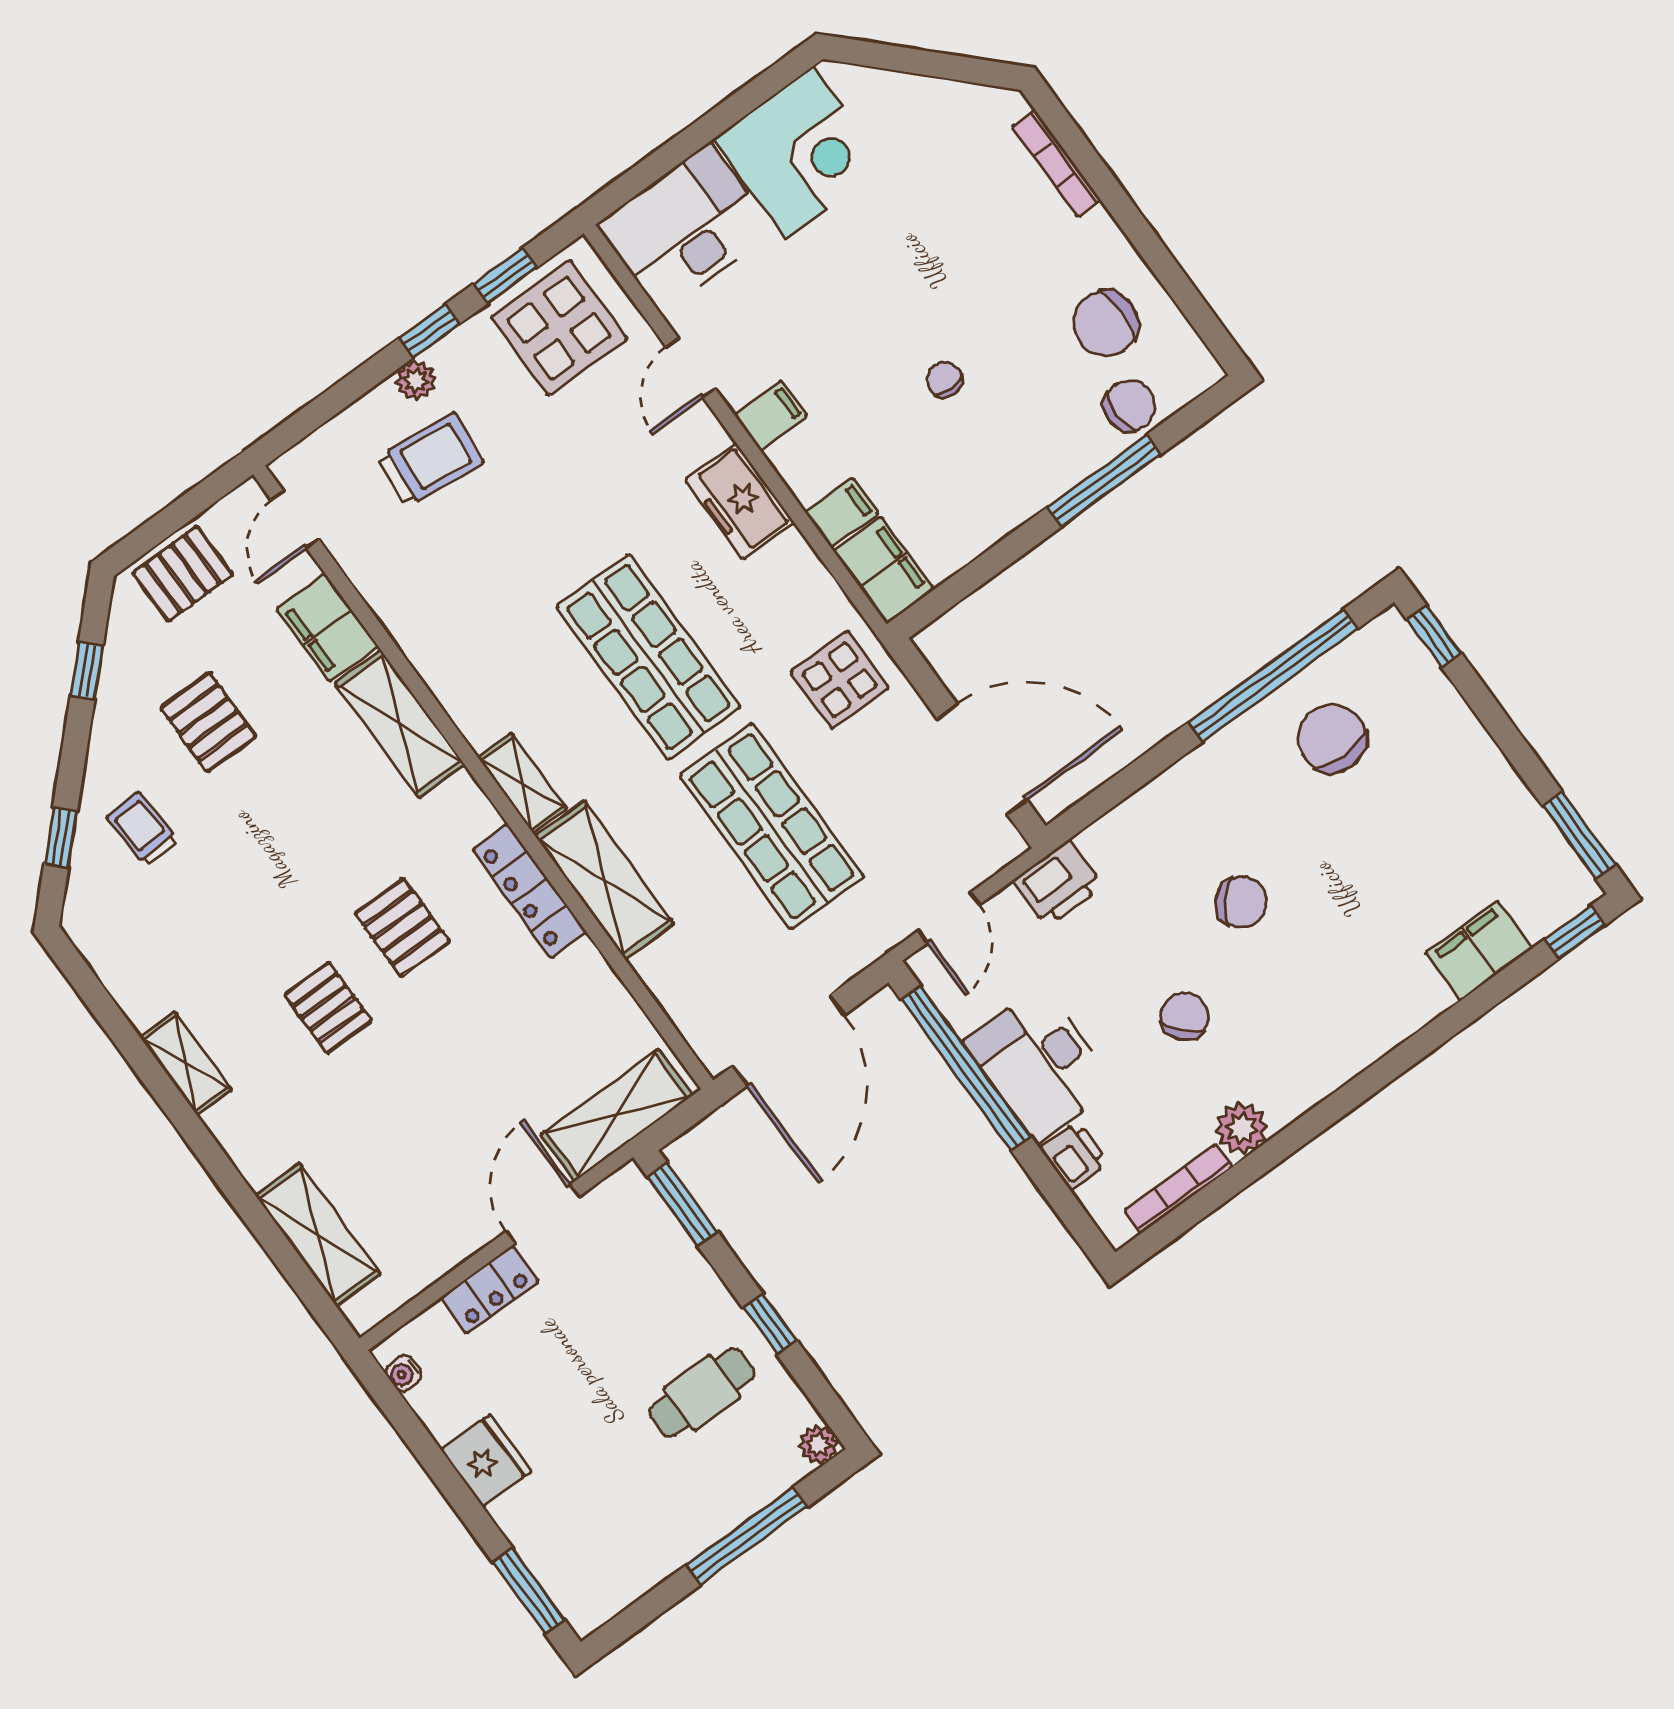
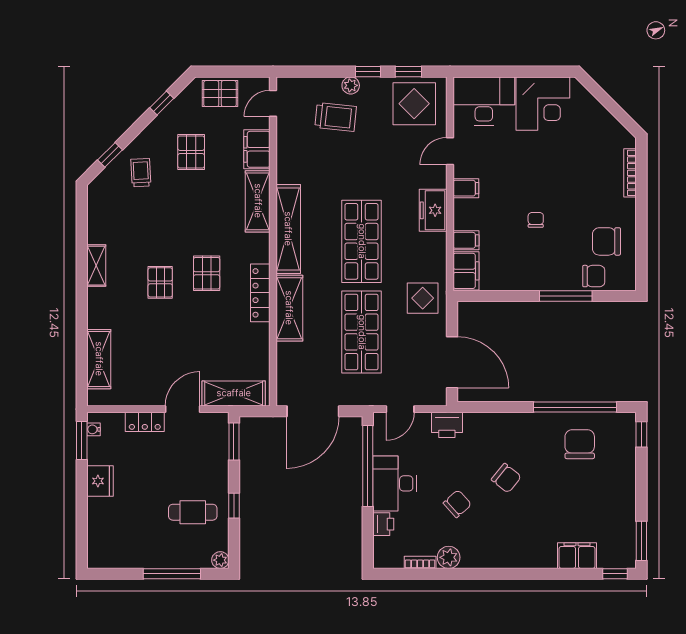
shelving: (522, 783) -> (288, 229), width x2.20, depth x1.33
bookcase: (1178, 1189) -> (420, 562), width x0.64
window: (529, 1591) -> (82, 440), moved

